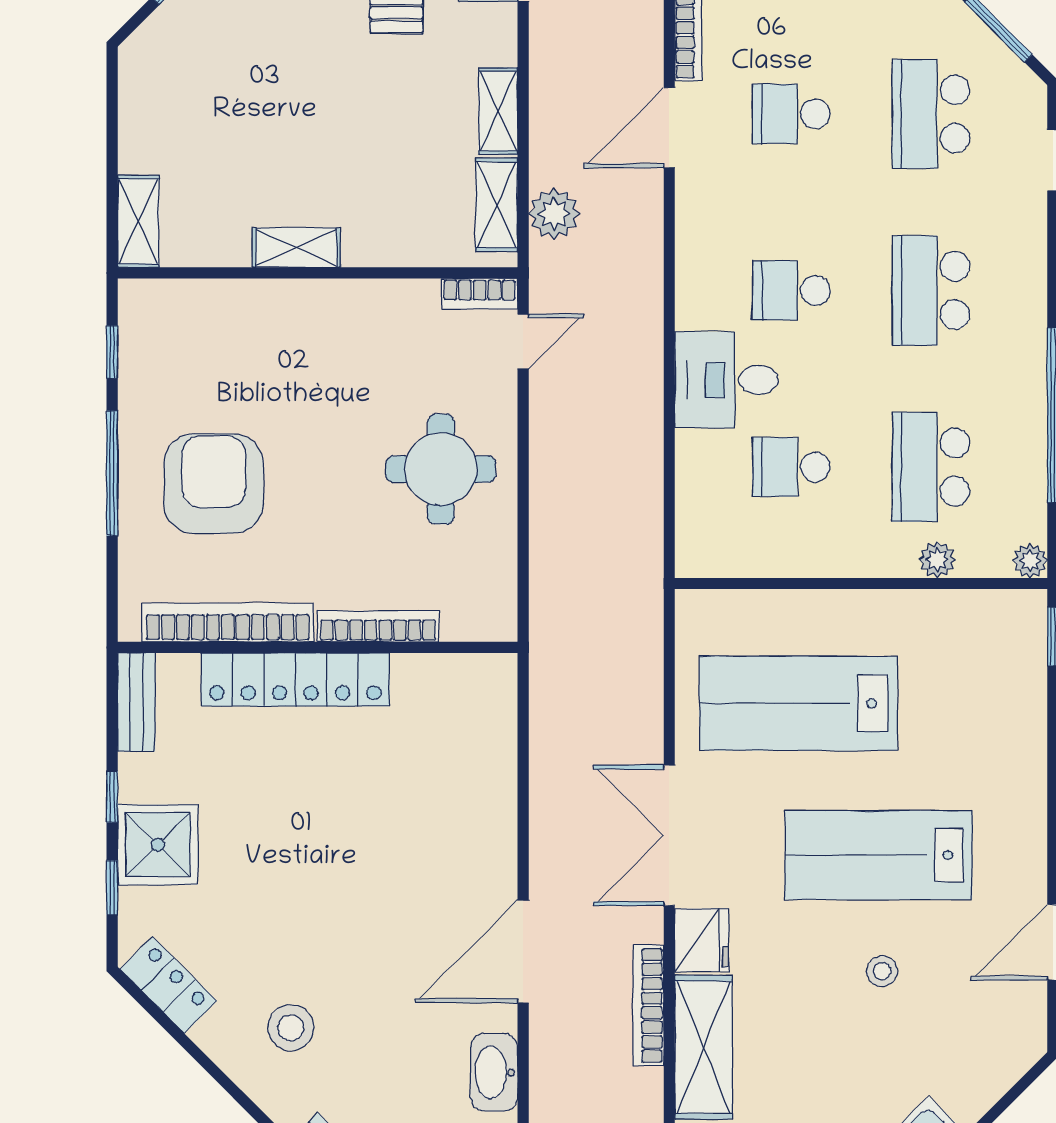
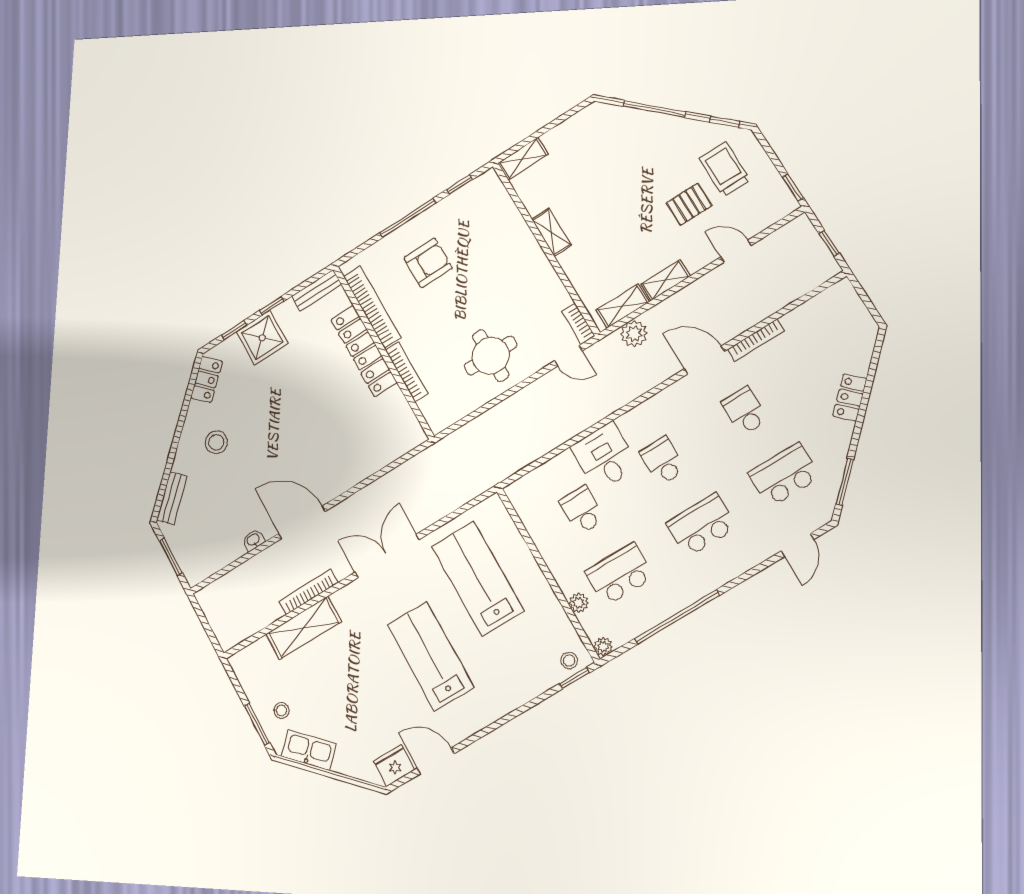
armchair: (214, 484) -> (428, 263), width x0.73, depth x0.73
fridge: (702, 940) -> (394, 765), moved, turned 180
stool: (882, 971) -> (569, 661), moved
washbasin: (494, 1072) -> (253, 540), width x0.52, depth x0.69

